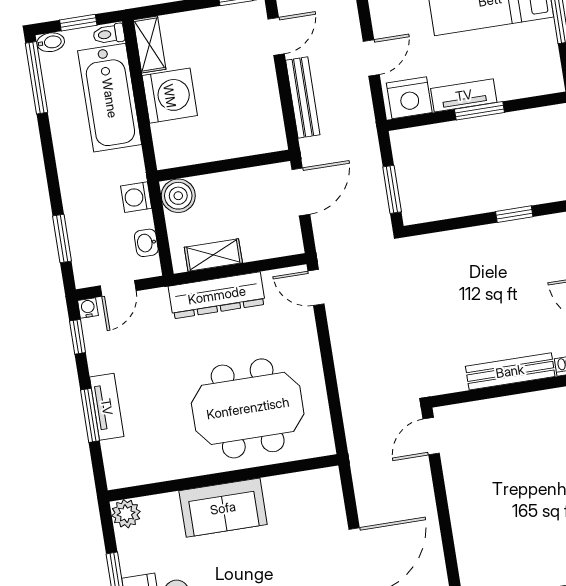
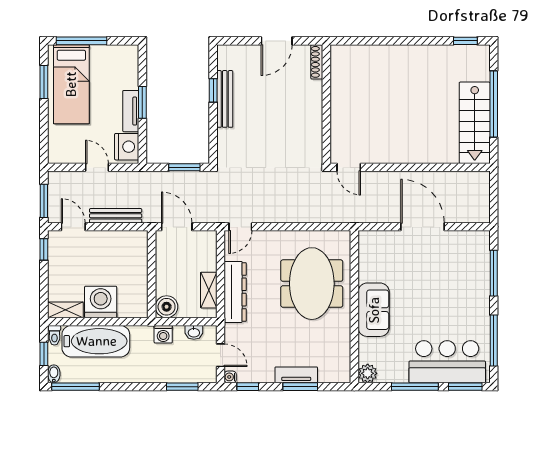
bench: (510, 371) -> (225, 99), moved

